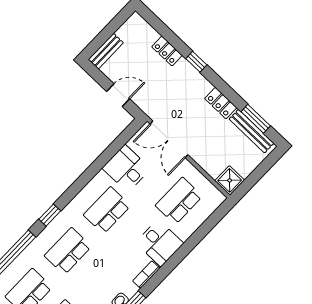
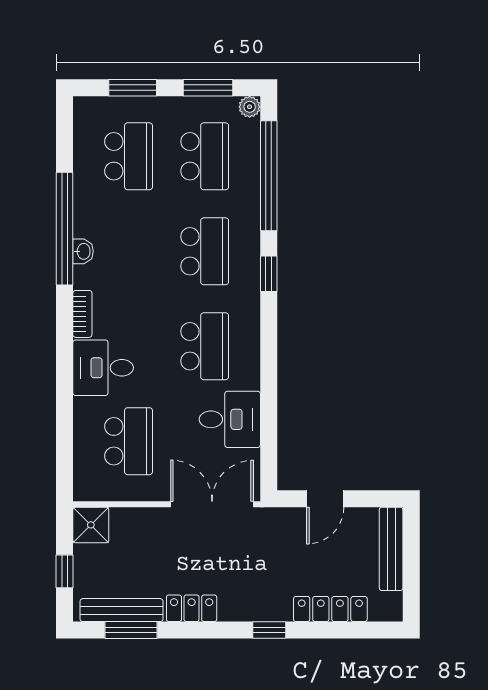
bench: (106, 51) -> (391, 549), width x1.36
locker: (167, 51) -> (330, 609), width x1.53
window: (260, 171) -> (65, 571), added

